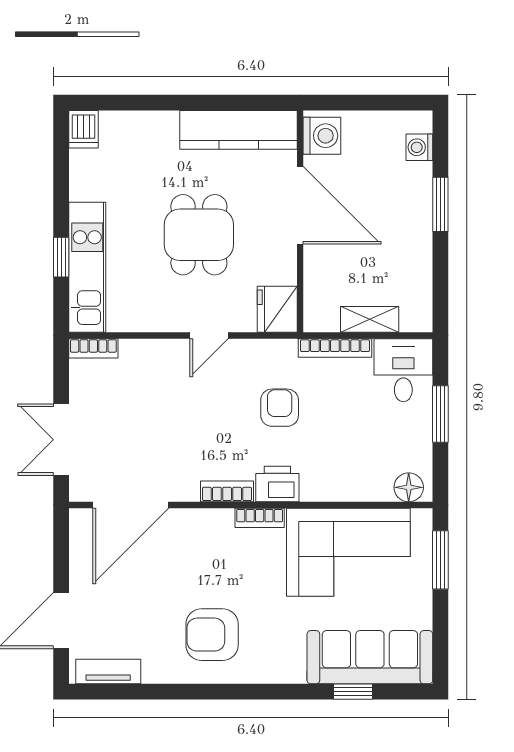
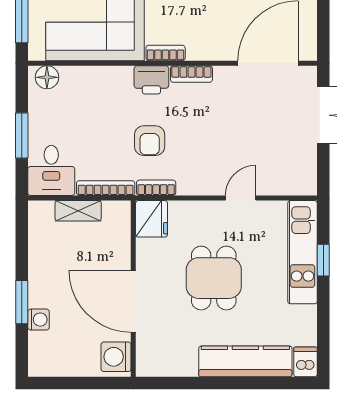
kitchen counter: (239, 130) -> (245, 361), moved
washing machine: (419, 147) -> (38, 320), moved
door: (209, 335) -> (241, 198), moved
bookcase: (93, 348) -> (156, 188), moved

